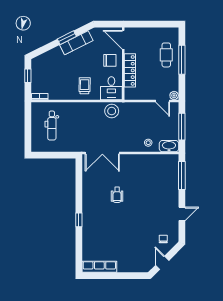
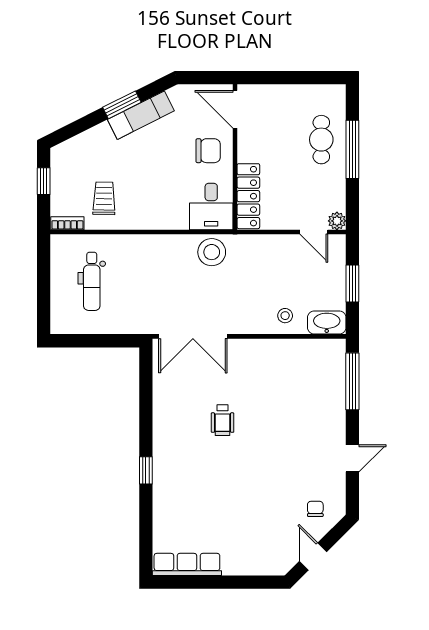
locker: (130, 70) -> (248, 196), moved
trolley: (85, 86) -> (104, 198), moved
window: (182, 127) -> (352, 283), width x0.69

